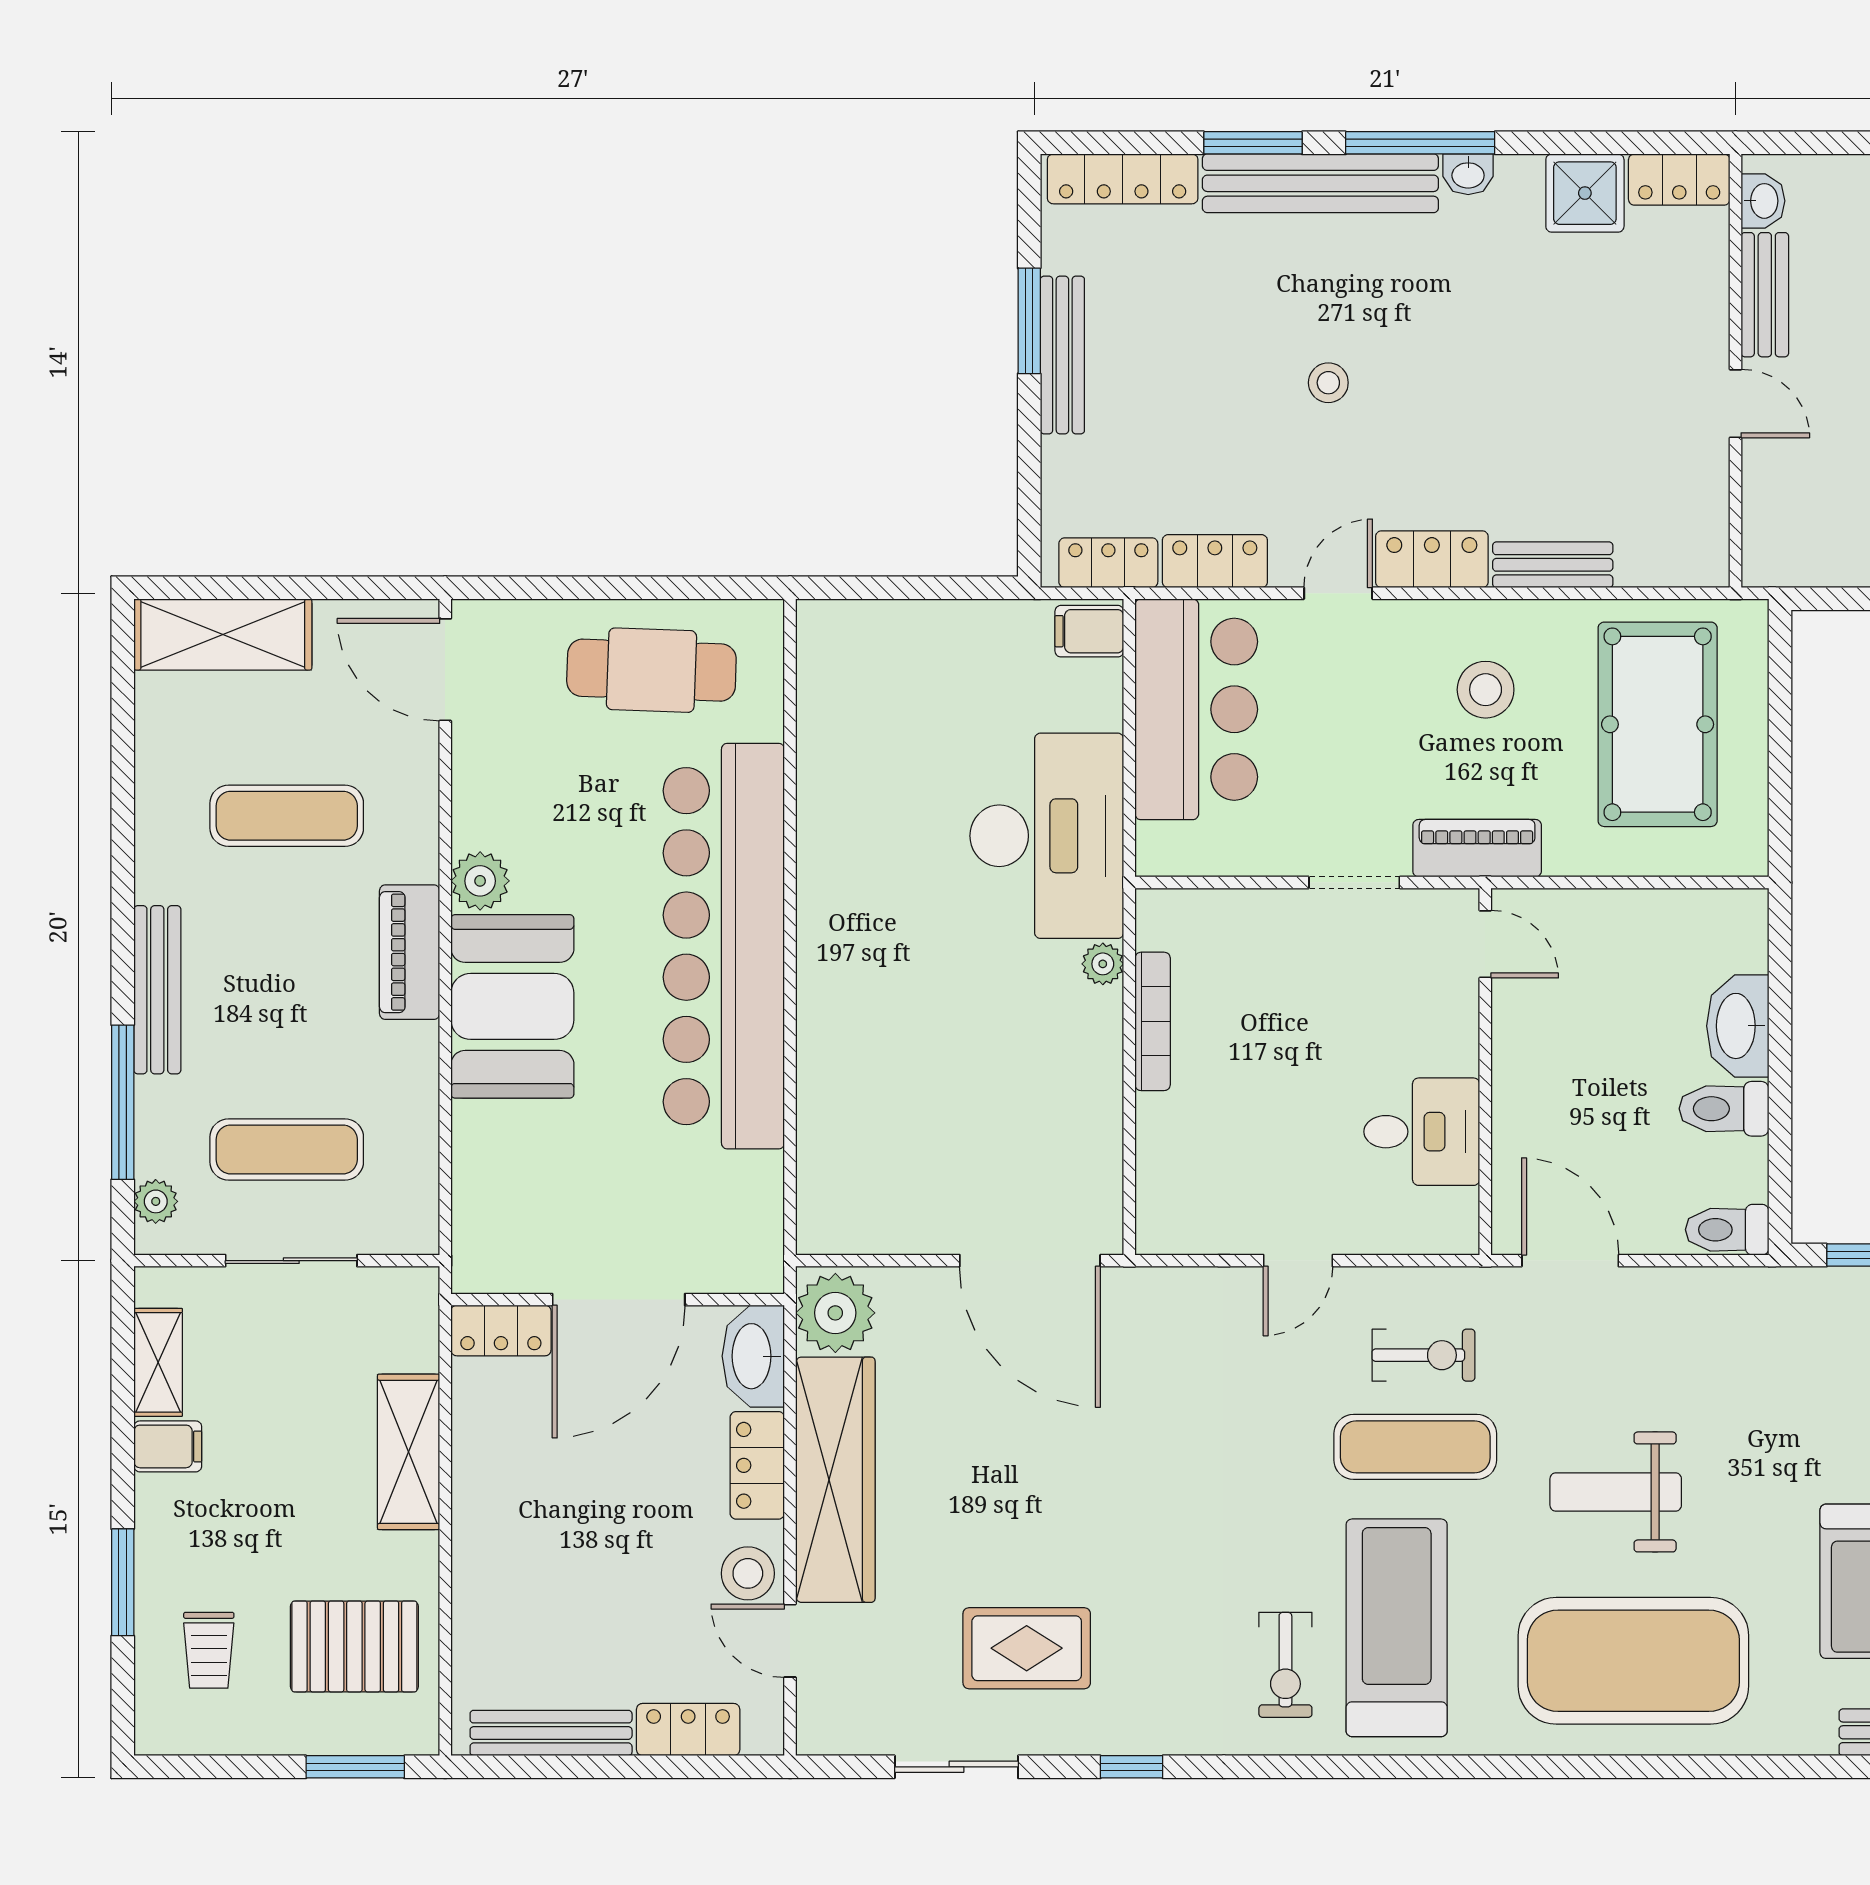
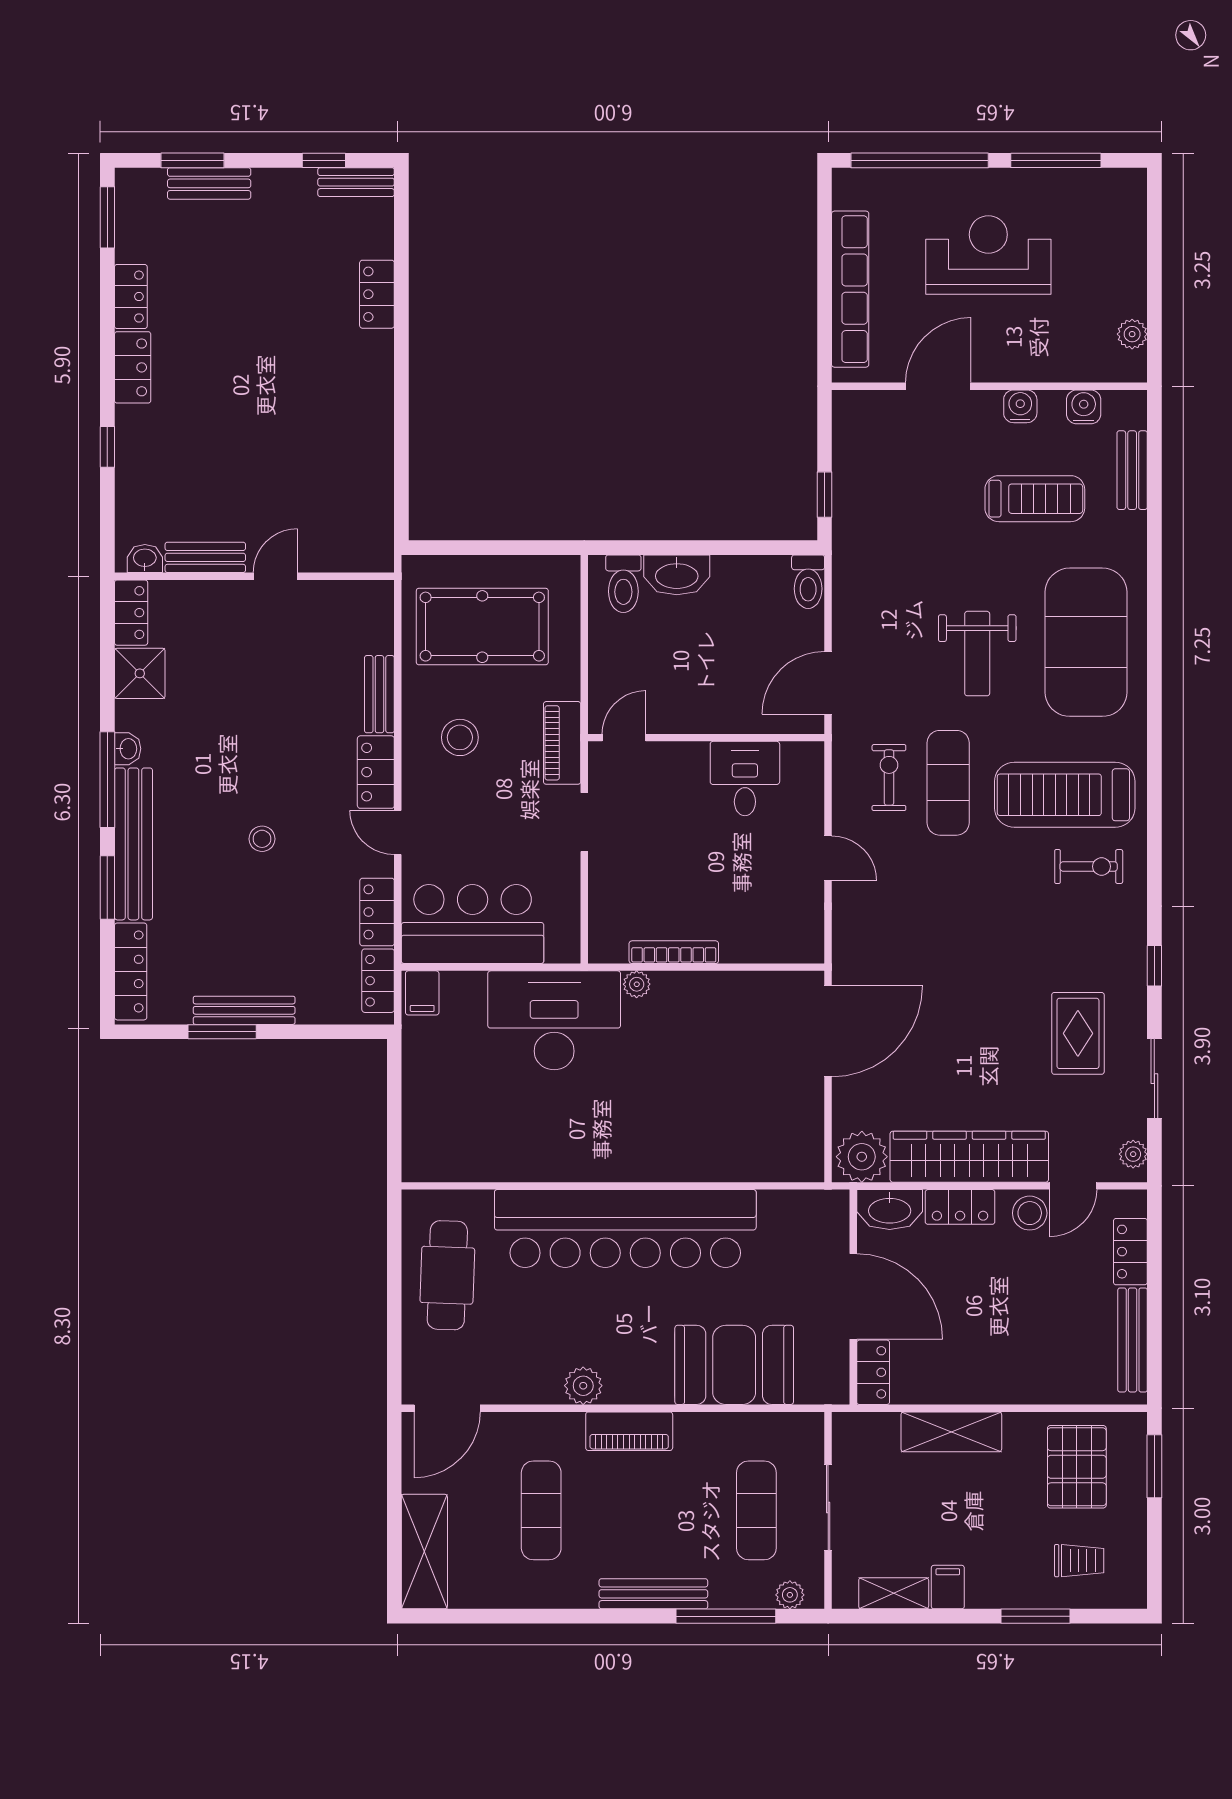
booth: (512, 1006) -> (734, 1365), moved
toilet: (1724, 1109) -> (623, 584), moved
plant: (839, 1734) -> (1133, 1154), added

